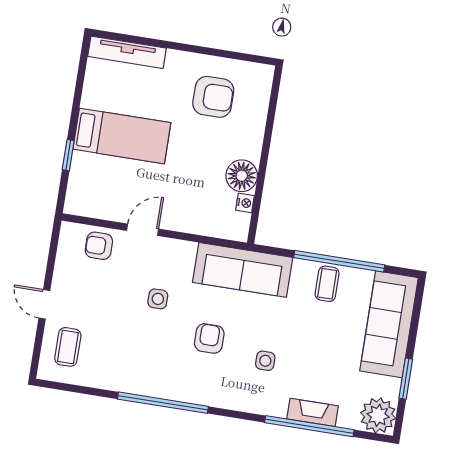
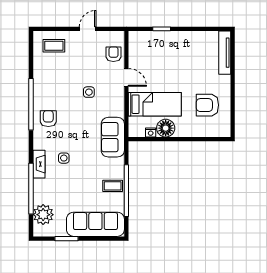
armchair: (213, 97) -> (207, 105), turned 90
bed: (122, 136) -> (155, 104), moved, turned -90
sofa: (243, 270) -> (113, 137), width x0.73
door: (44, 304) -> (88, 29), moved
armchair: (209, 338) -> (48, 119), moved, turned -90
fireplace: (313, 412) -> (39, 164), moved
plant: (378, 415) -> (43, 215), moved

